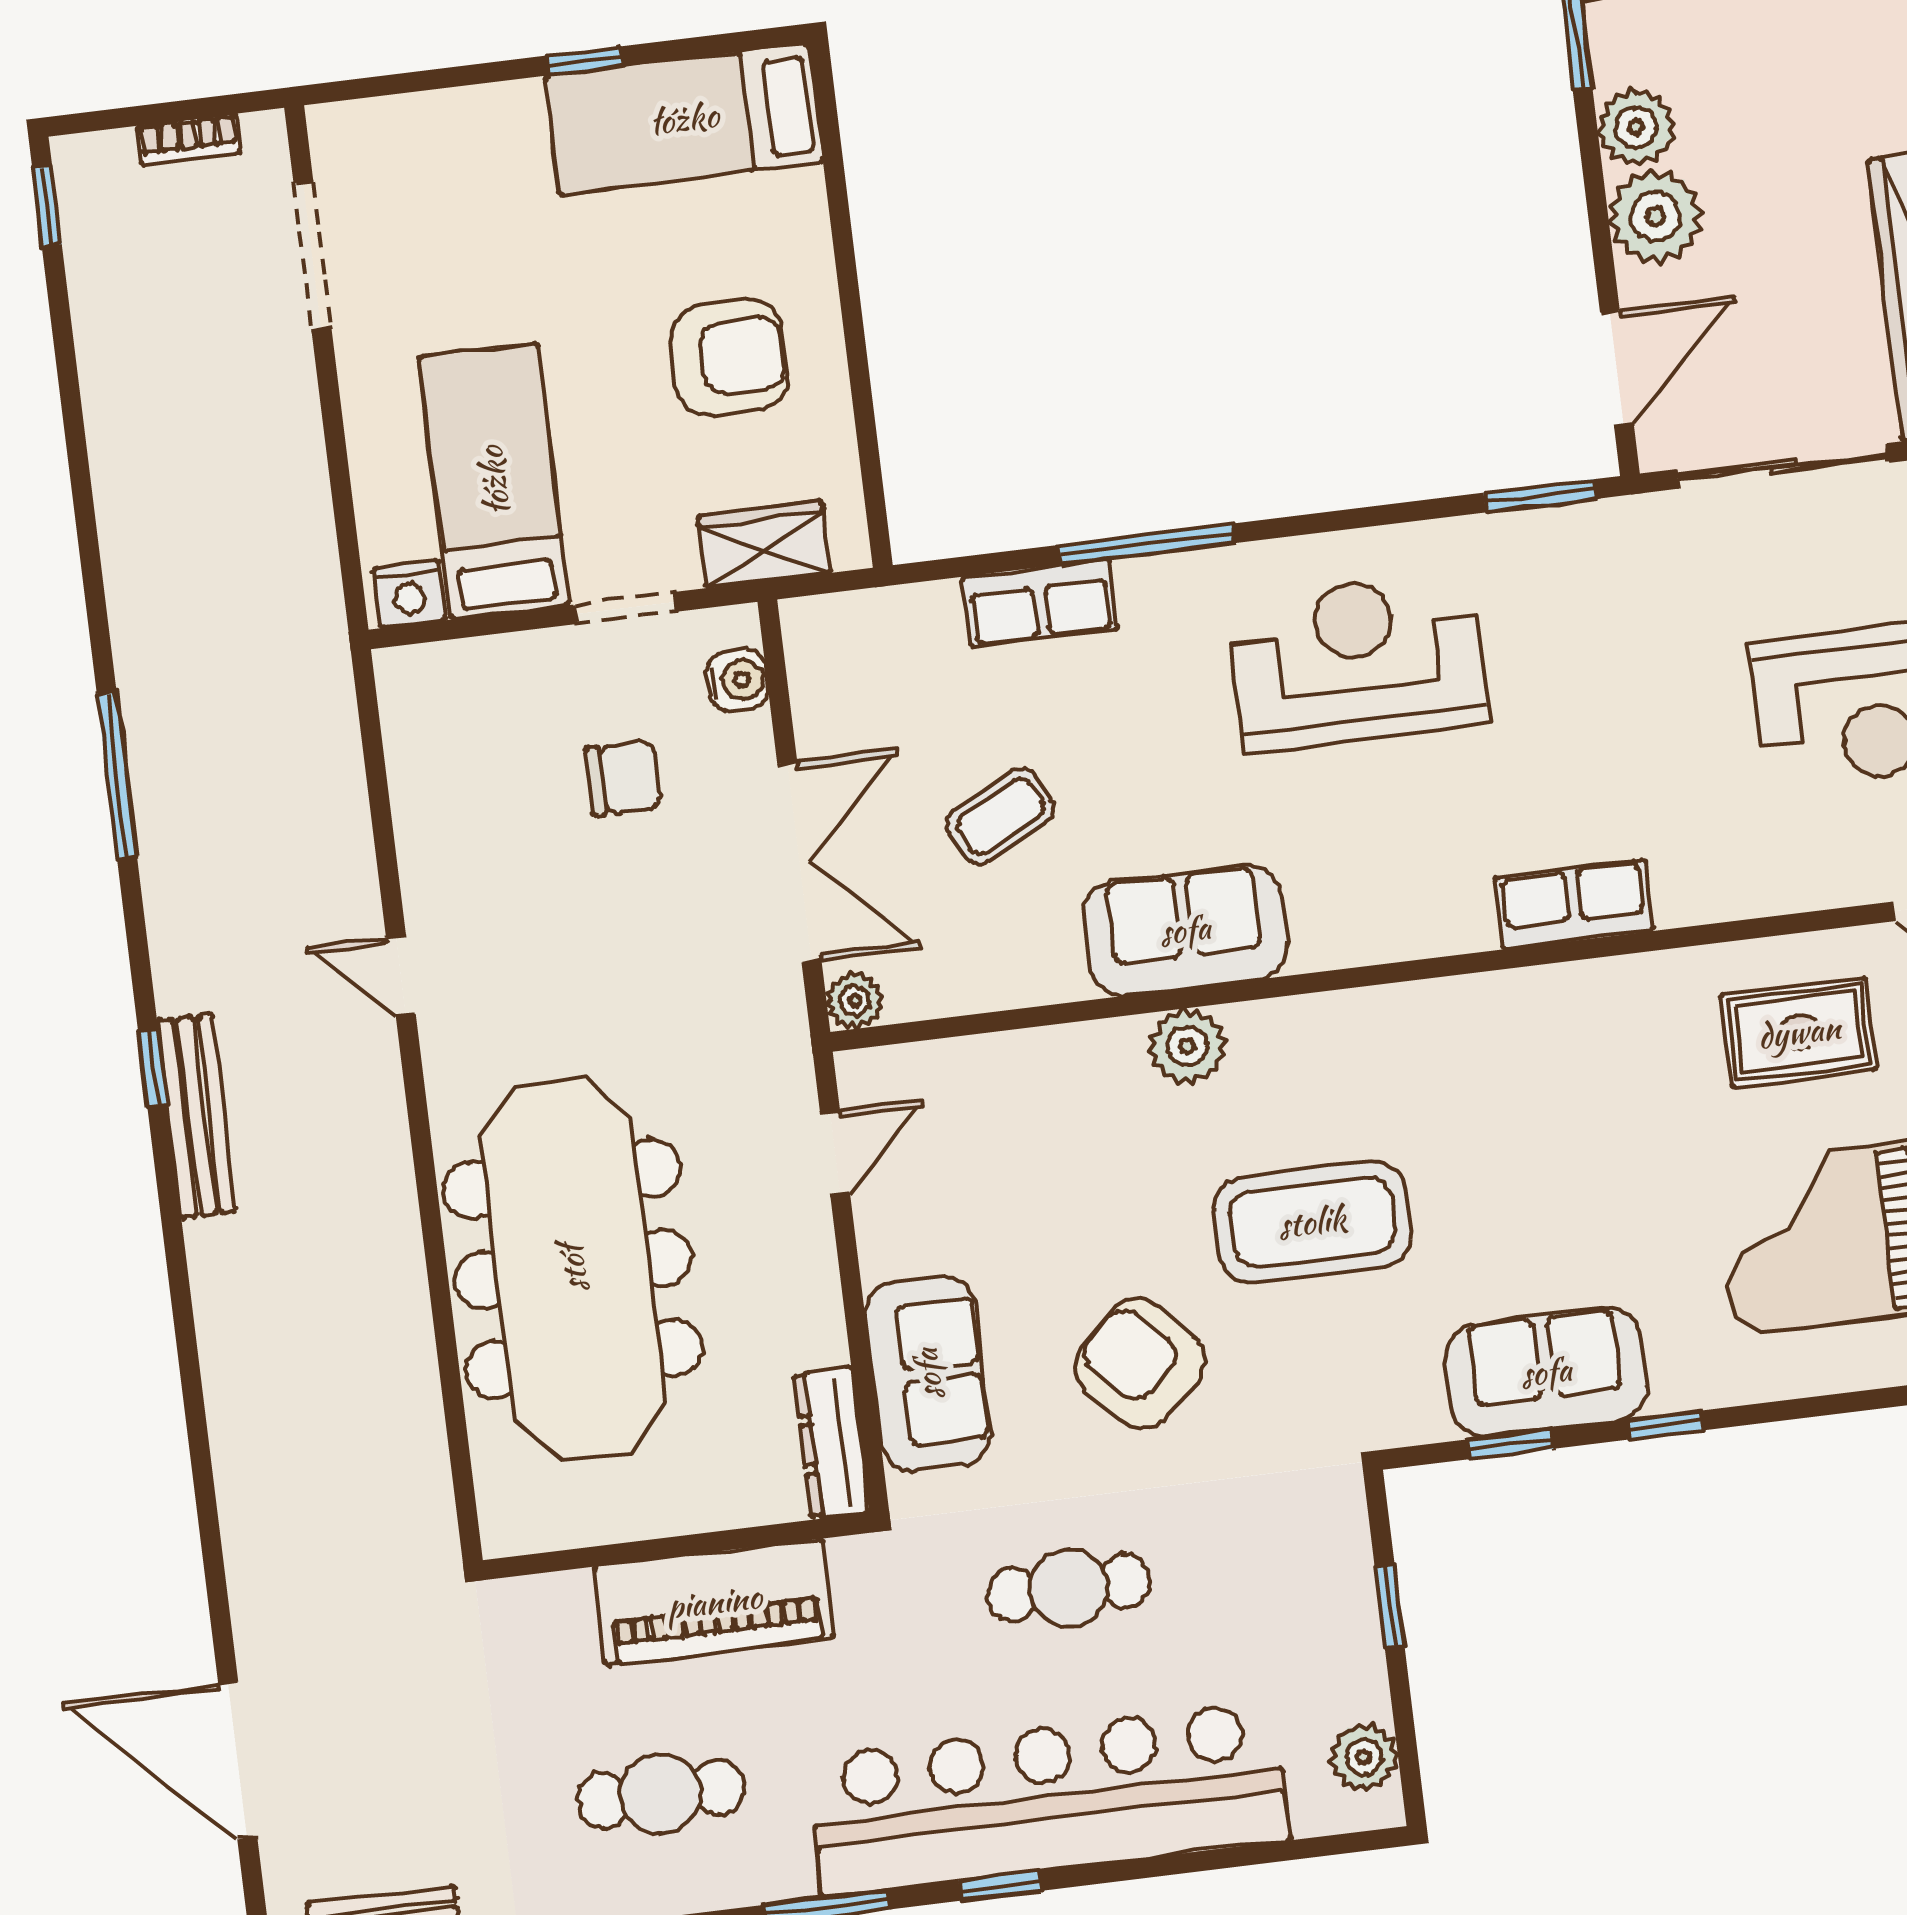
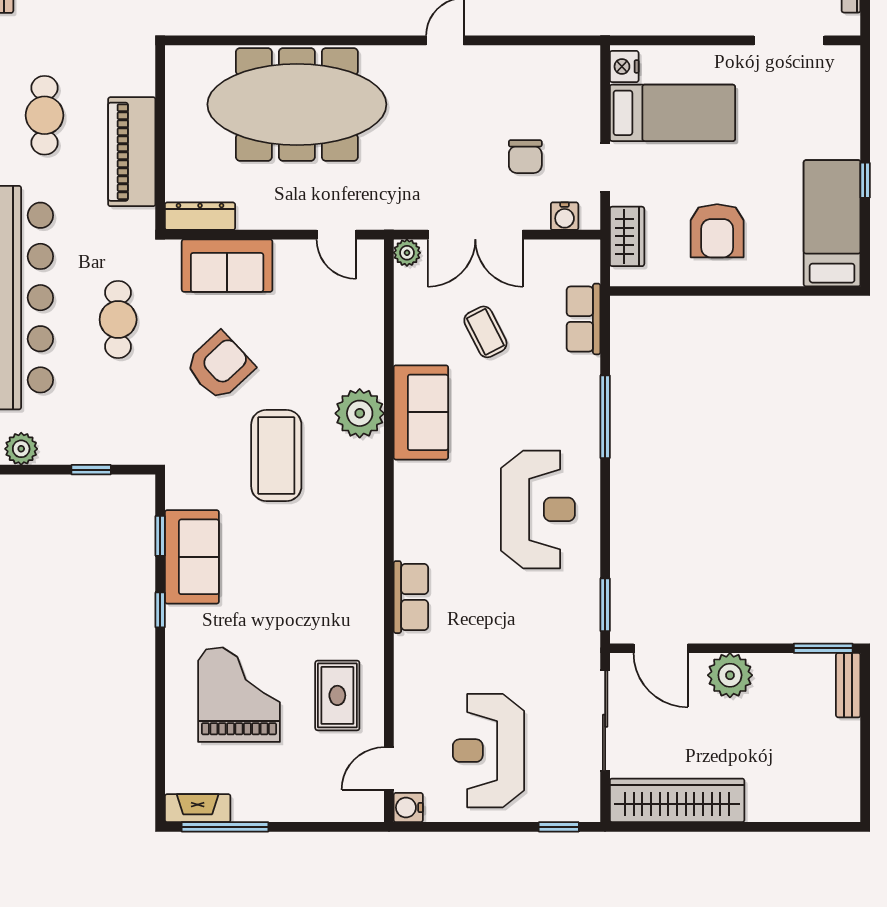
plant: (1636, 127) -> (773, 671), removed
row of seats: (1040, 603) -> (583, 319), moved
plant: (1187, 1046) -> (360, 413), width x1.36, depth x1.36

